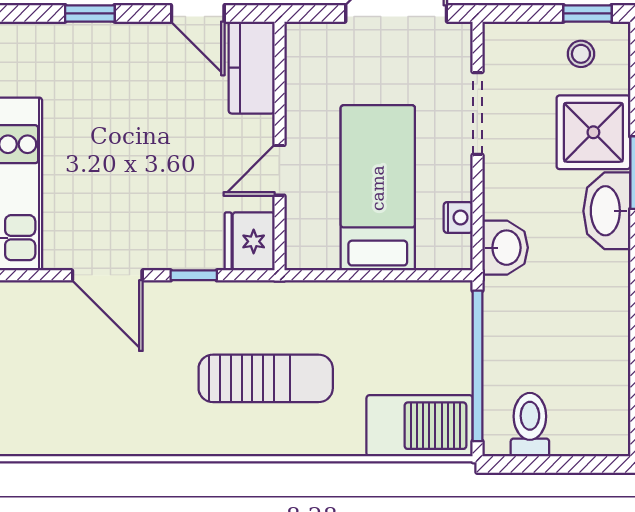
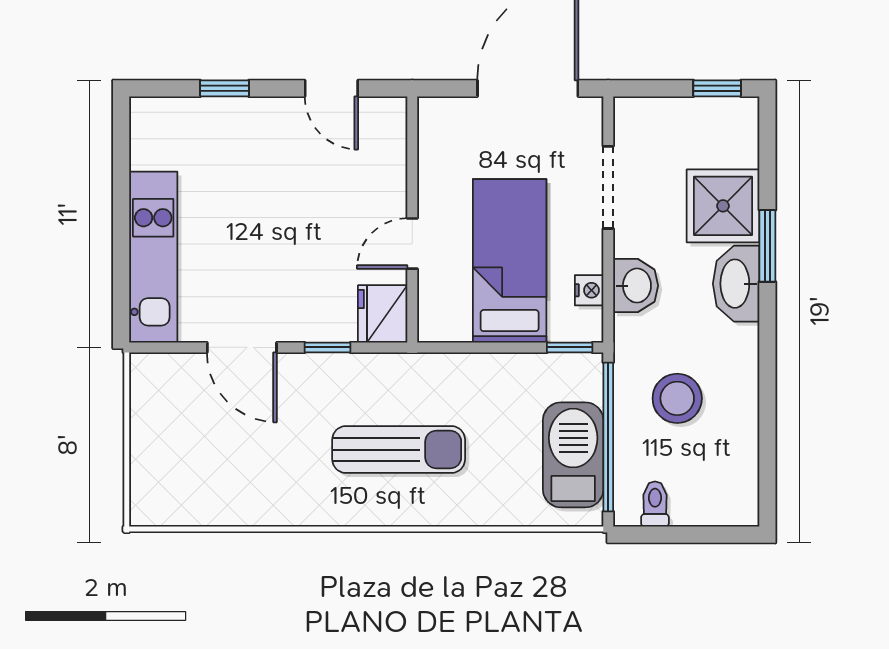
stool: (581, 54) -> (677, 398), moved, width x1.89, depth x1.89
kitchen counter: (252, 68) -> (385, 142), removed
washbasin: (505, 248) -> (636, 286), moved
window: (438, 275) -> (570, 347), added
toilet: (530, 425) -> (655, 504), width x0.73, depth x0.72
barbecue: (420, 426) -> (573, 455), moved, turned -90

